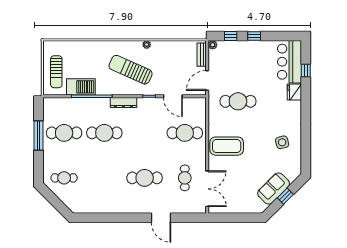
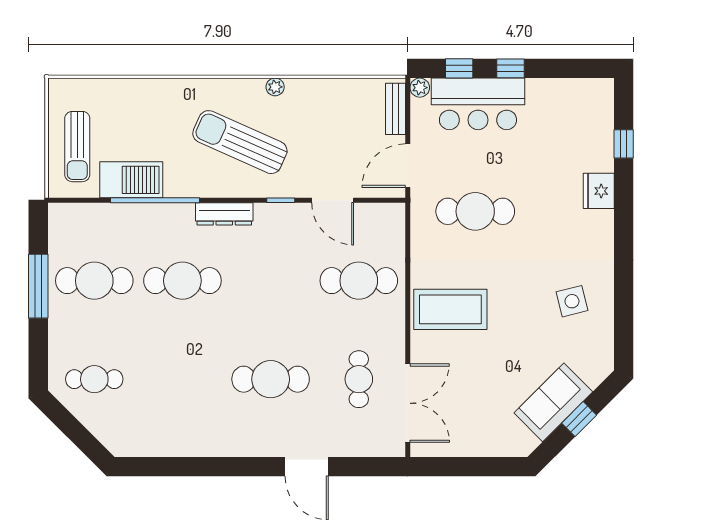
bar counter: (289, 62) -> (478, 104), moved, turned -90

